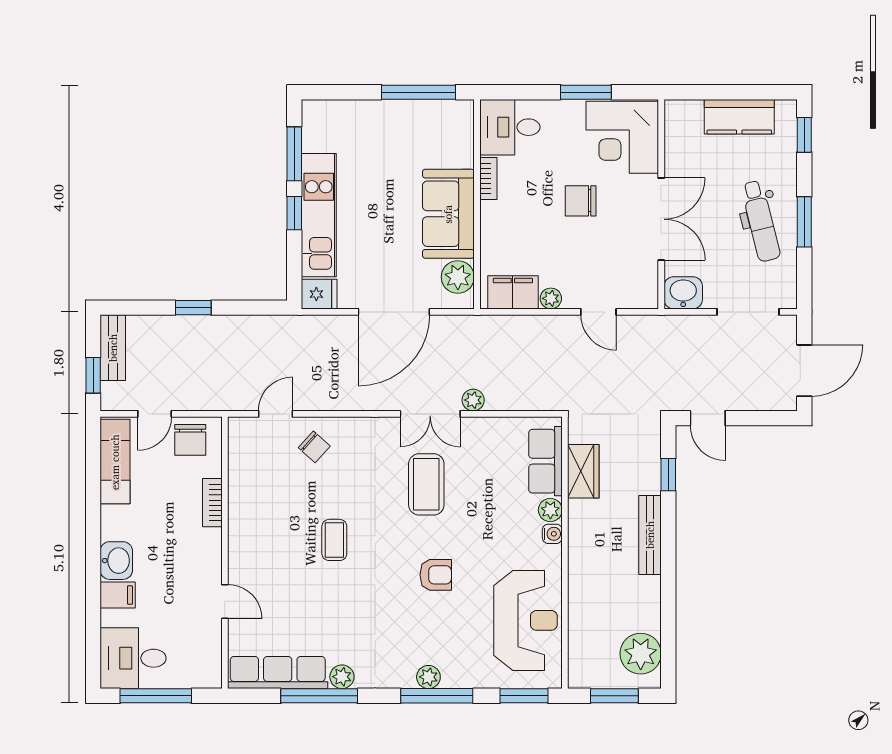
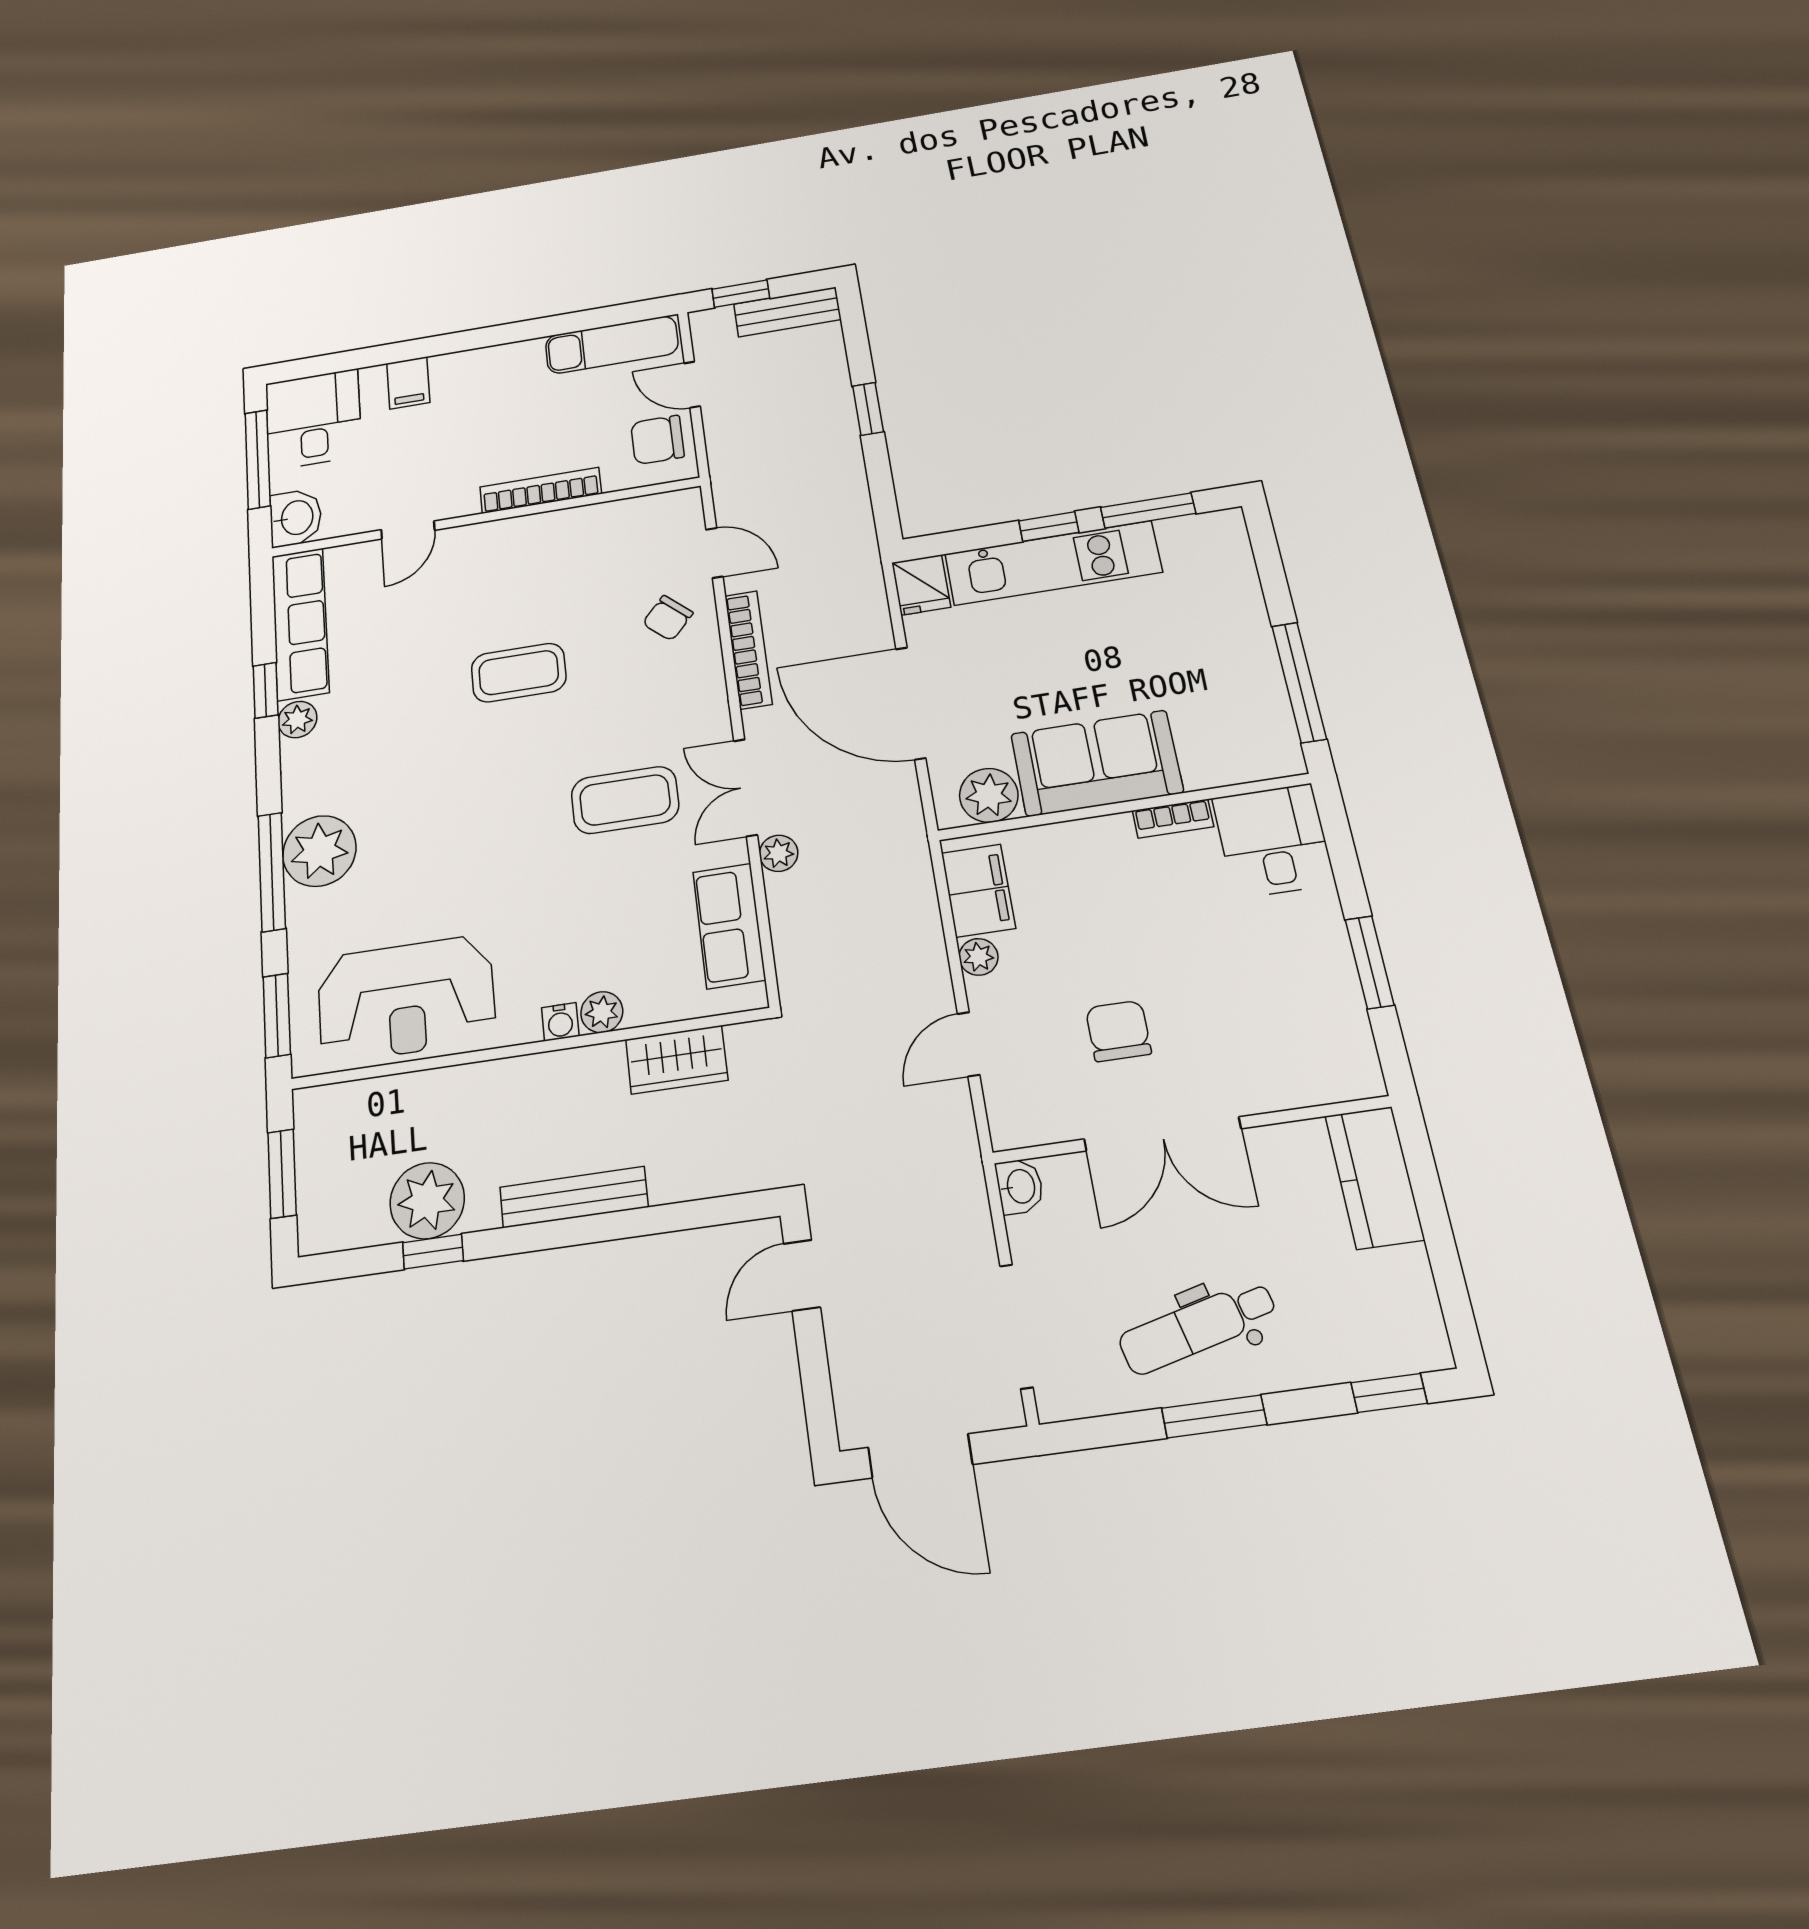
kitchen counter: (739, 117) -> (1374, 1177), moved
corner desk: (622, 137) -> (1301, 1040), removed
chair: (581, 201) -> (1118, 1031), moved
washbasin: (683, 293) -> (1020, 1186), width x0.72, depth x0.69
bookcase: (343, 401) -> (748, 650), added
row of seats: (545, 461) -> (729, 926), moved, turned -90
window: (668, 475) -> (433, 1252), moved
bookcase: (212, 503) -> (541, 490), width x1.56
coffee table: (334, 540) -> (519, 673), width x1.36, depth x1.30
washbasin: (116, 561) -> (296, 518), moved, turned -90
armchair: (436, 575) -> (474, 839), removed
plant: (641, 654) -> (427, 1201), moved
plant: (428, 677) -> (319, 851), width x1.87, depth x1.87
window: (319, 696) -> (266, 690), width x0.46

